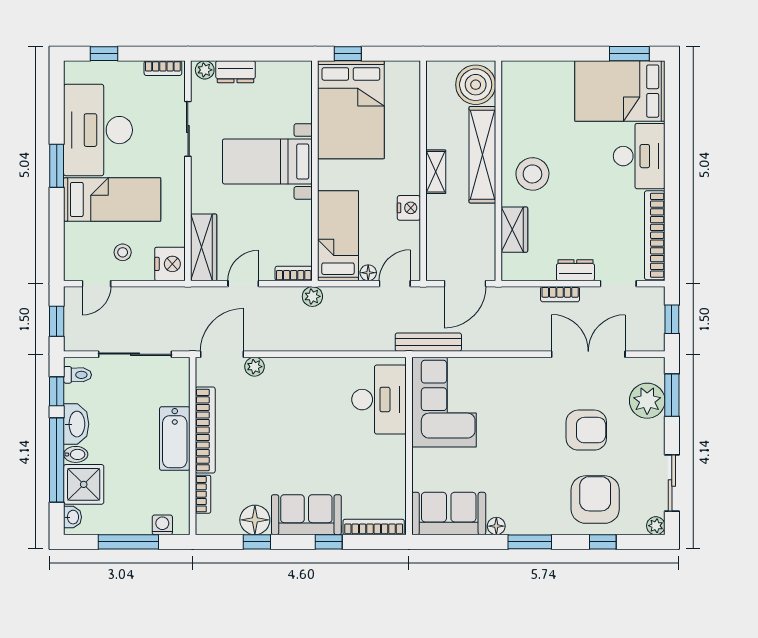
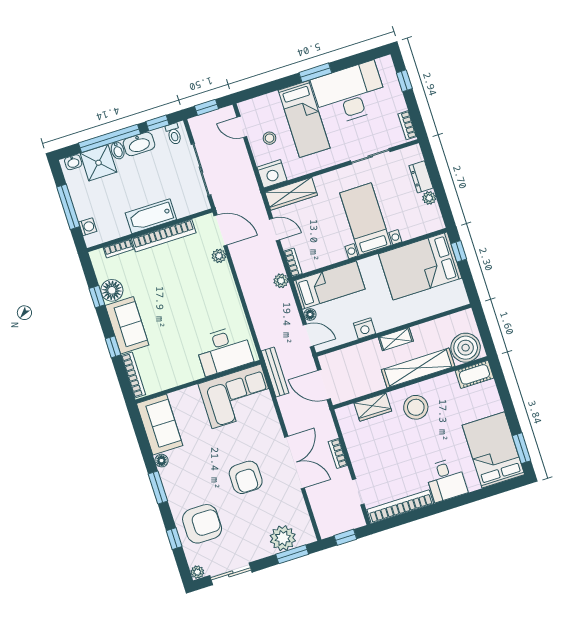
plant: (205, 70) -> (429, 198), moved
cot: (514, 84) -> (474, 374), added
desk: (639, 156) -> (446, 480), width x0.73
dresser: (575, 270) -> (358, 459), removed
double door: (588, 354) -> (295, 463), moved
armchair: (586, 430) -> (246, 477), moved

